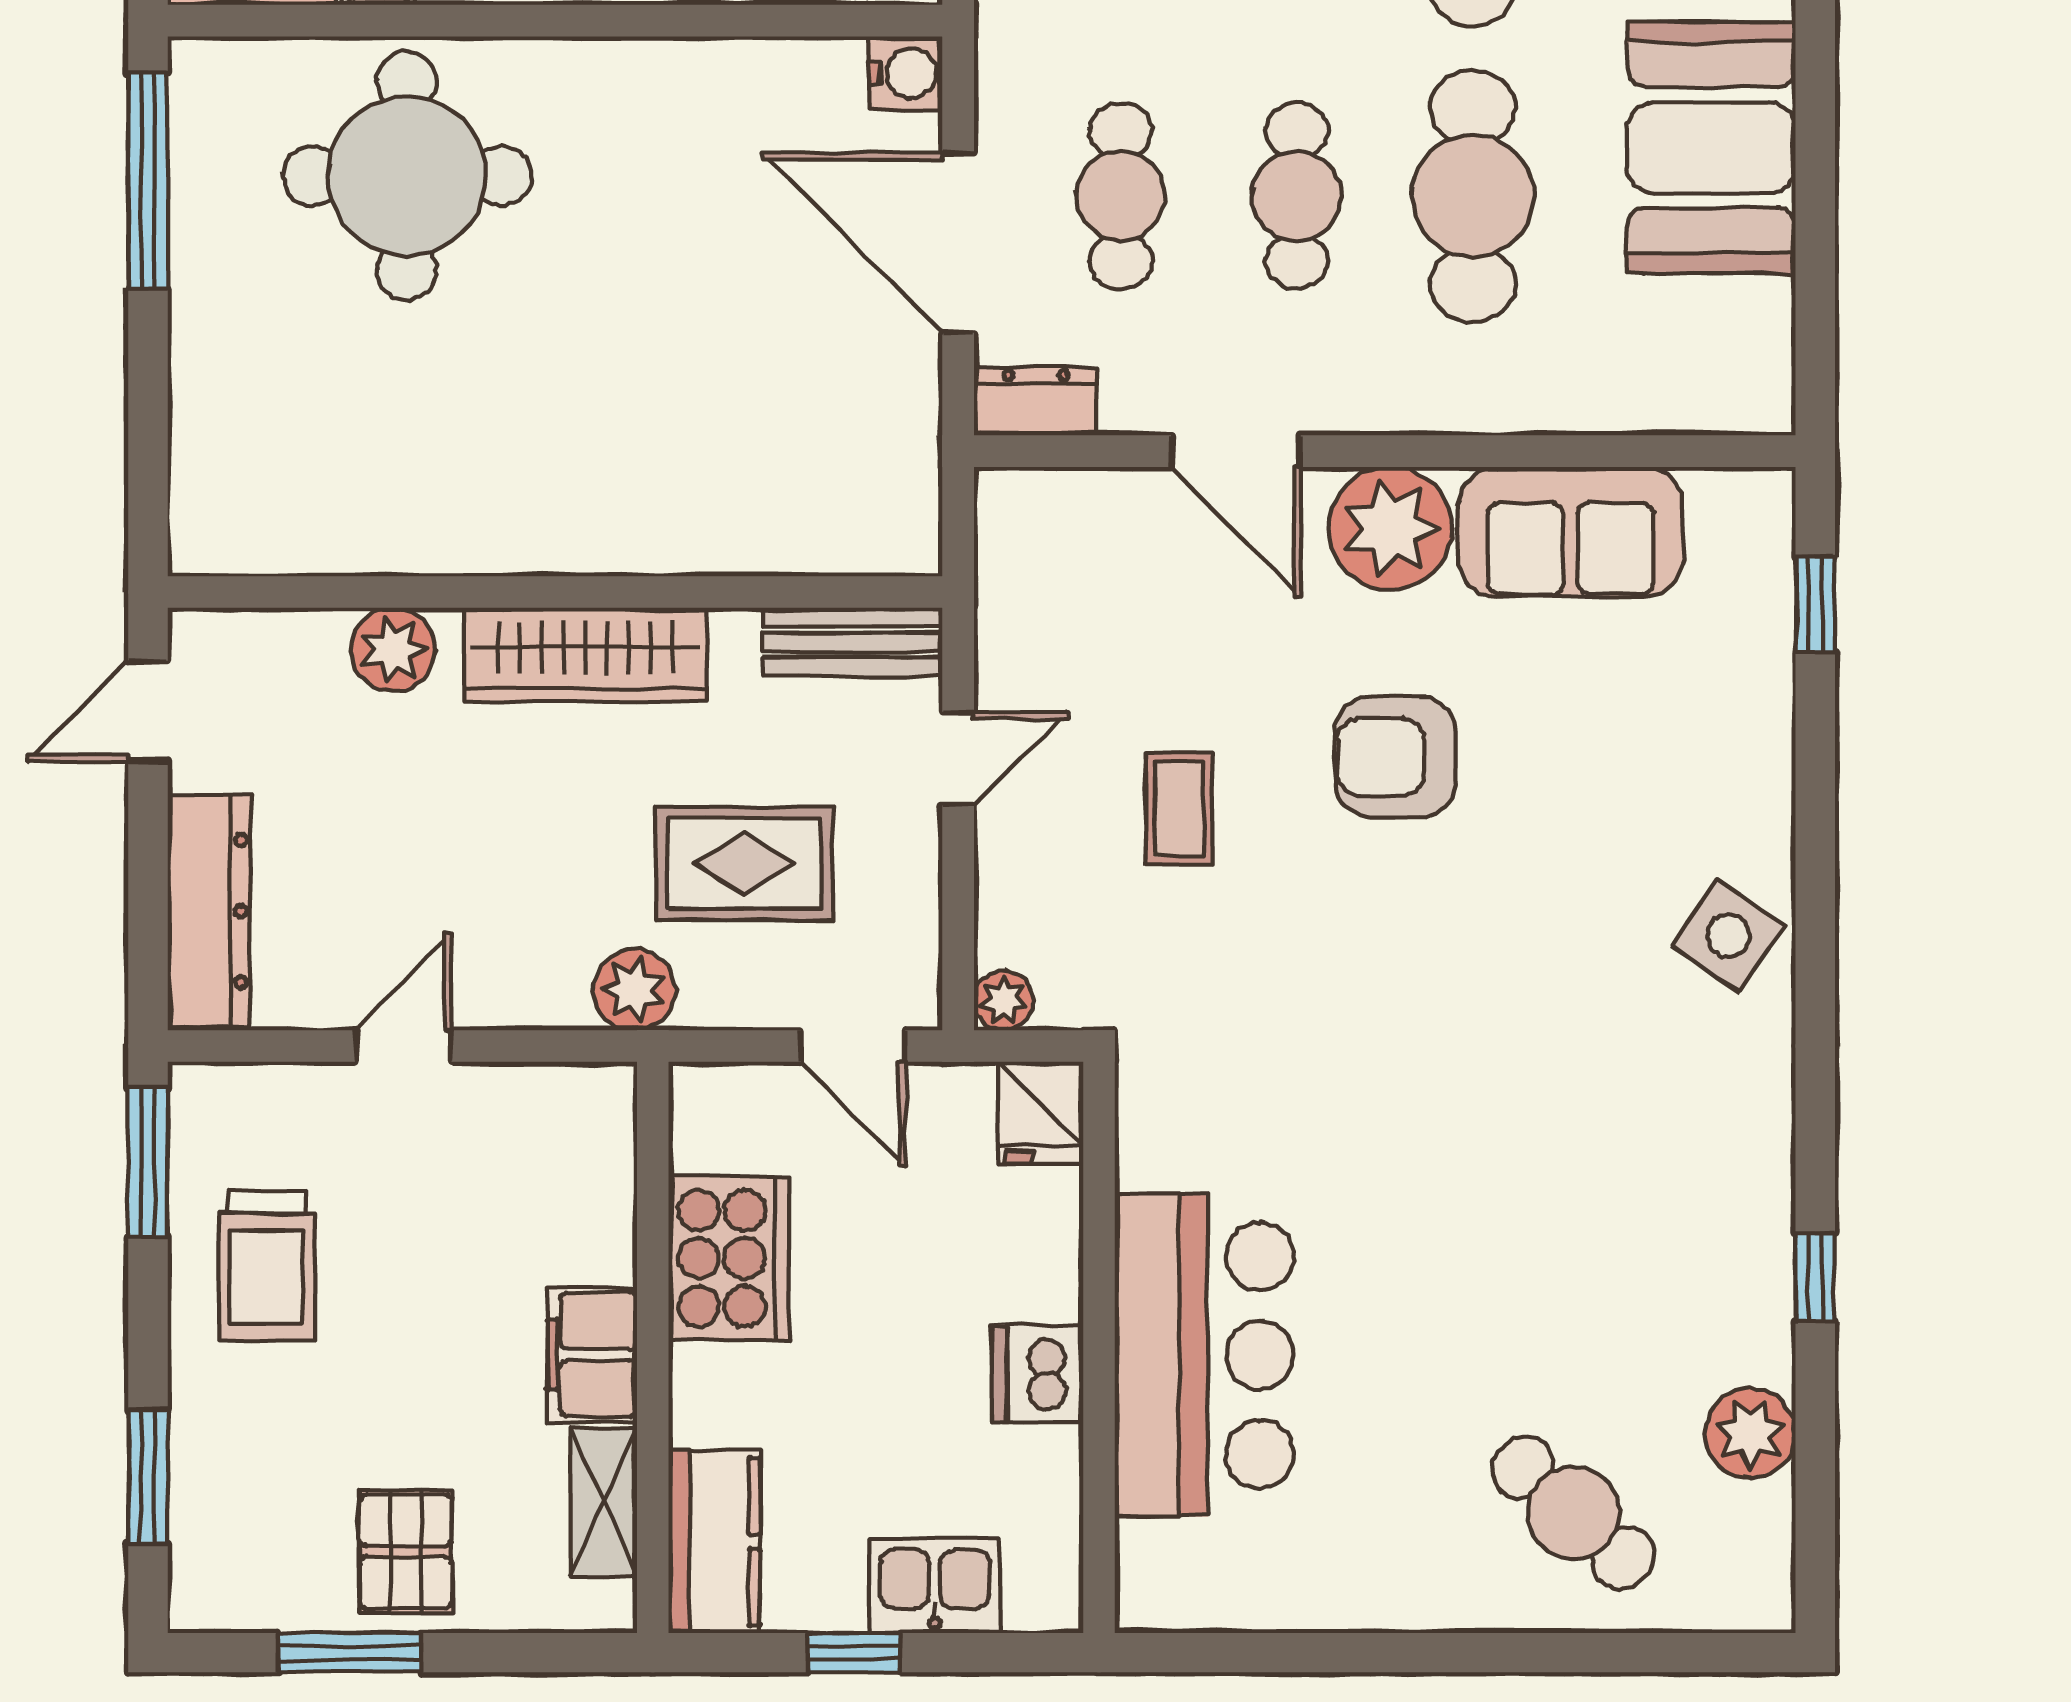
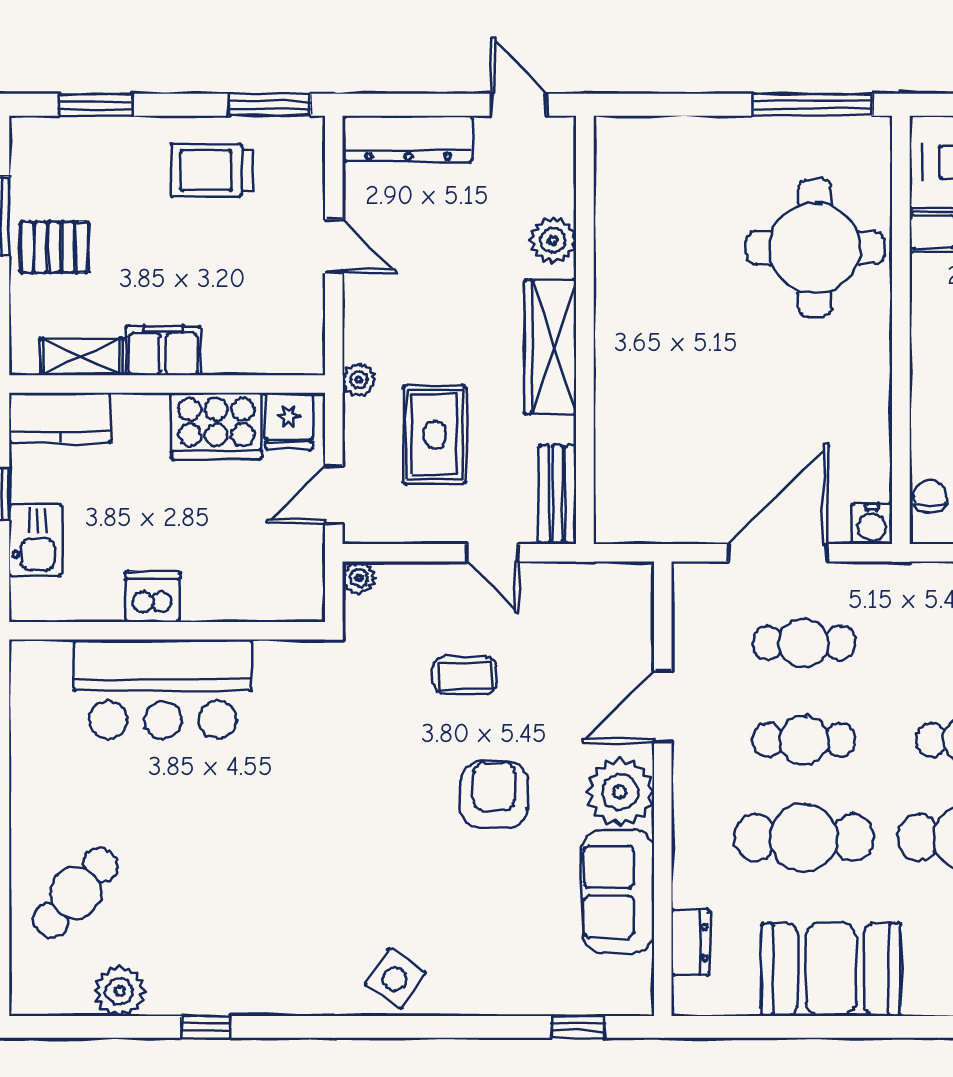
dresser: (1036, 402) -> (690, 943), moved
plant: (634, 990) -> (359, 380), width x0.73, depth x0.73
fridge: (1041, 1113) -> (289, 421), moved, turned -90

